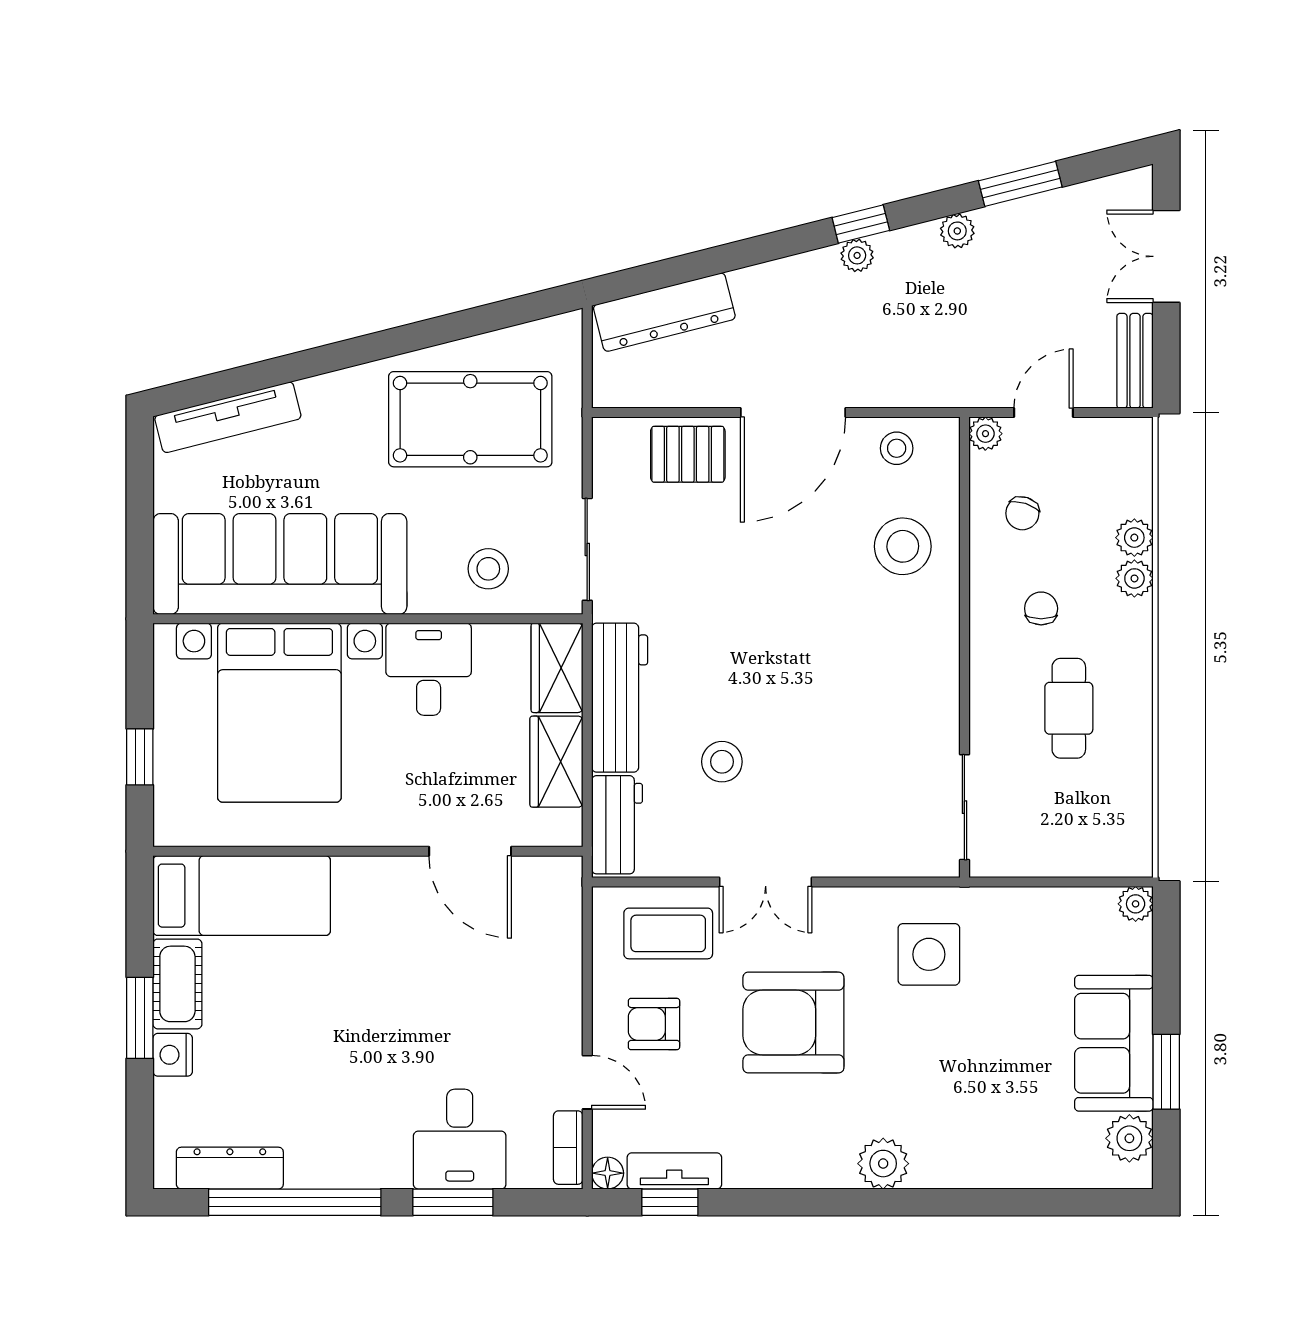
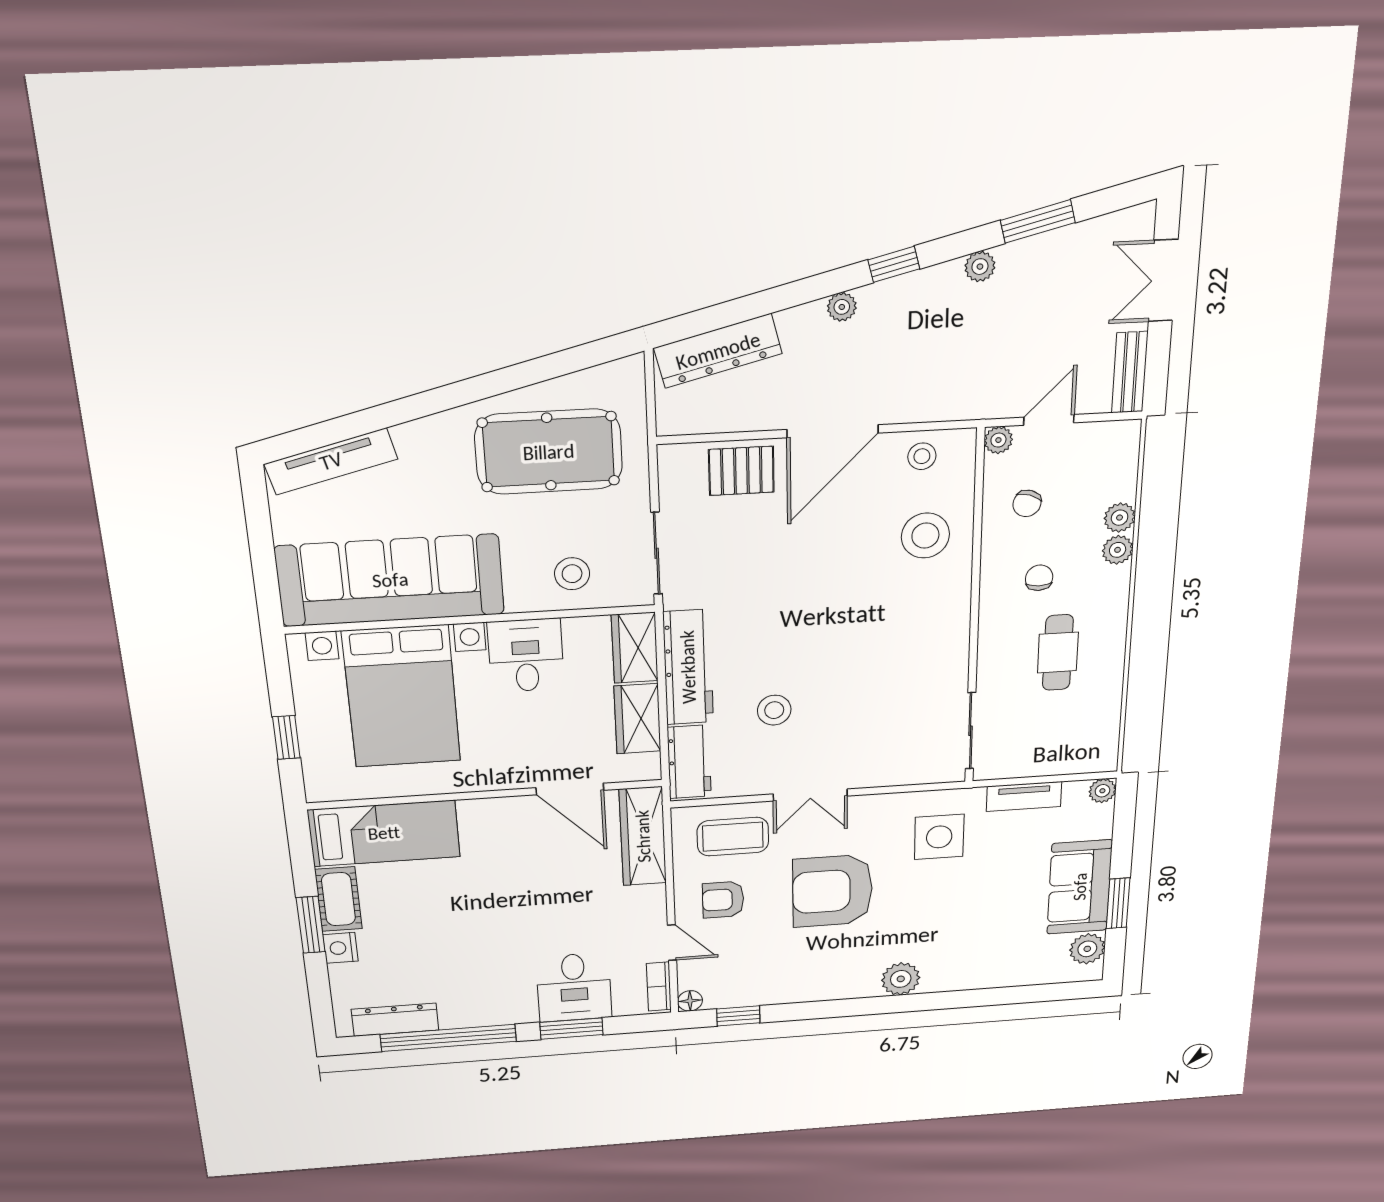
plant: (857, 255) -> (842, 307), moved
wardrobe: (556, 924) -> (643, 836), added
tv unit: (674, 1171) -> (1024, 796), moved, turned 180

